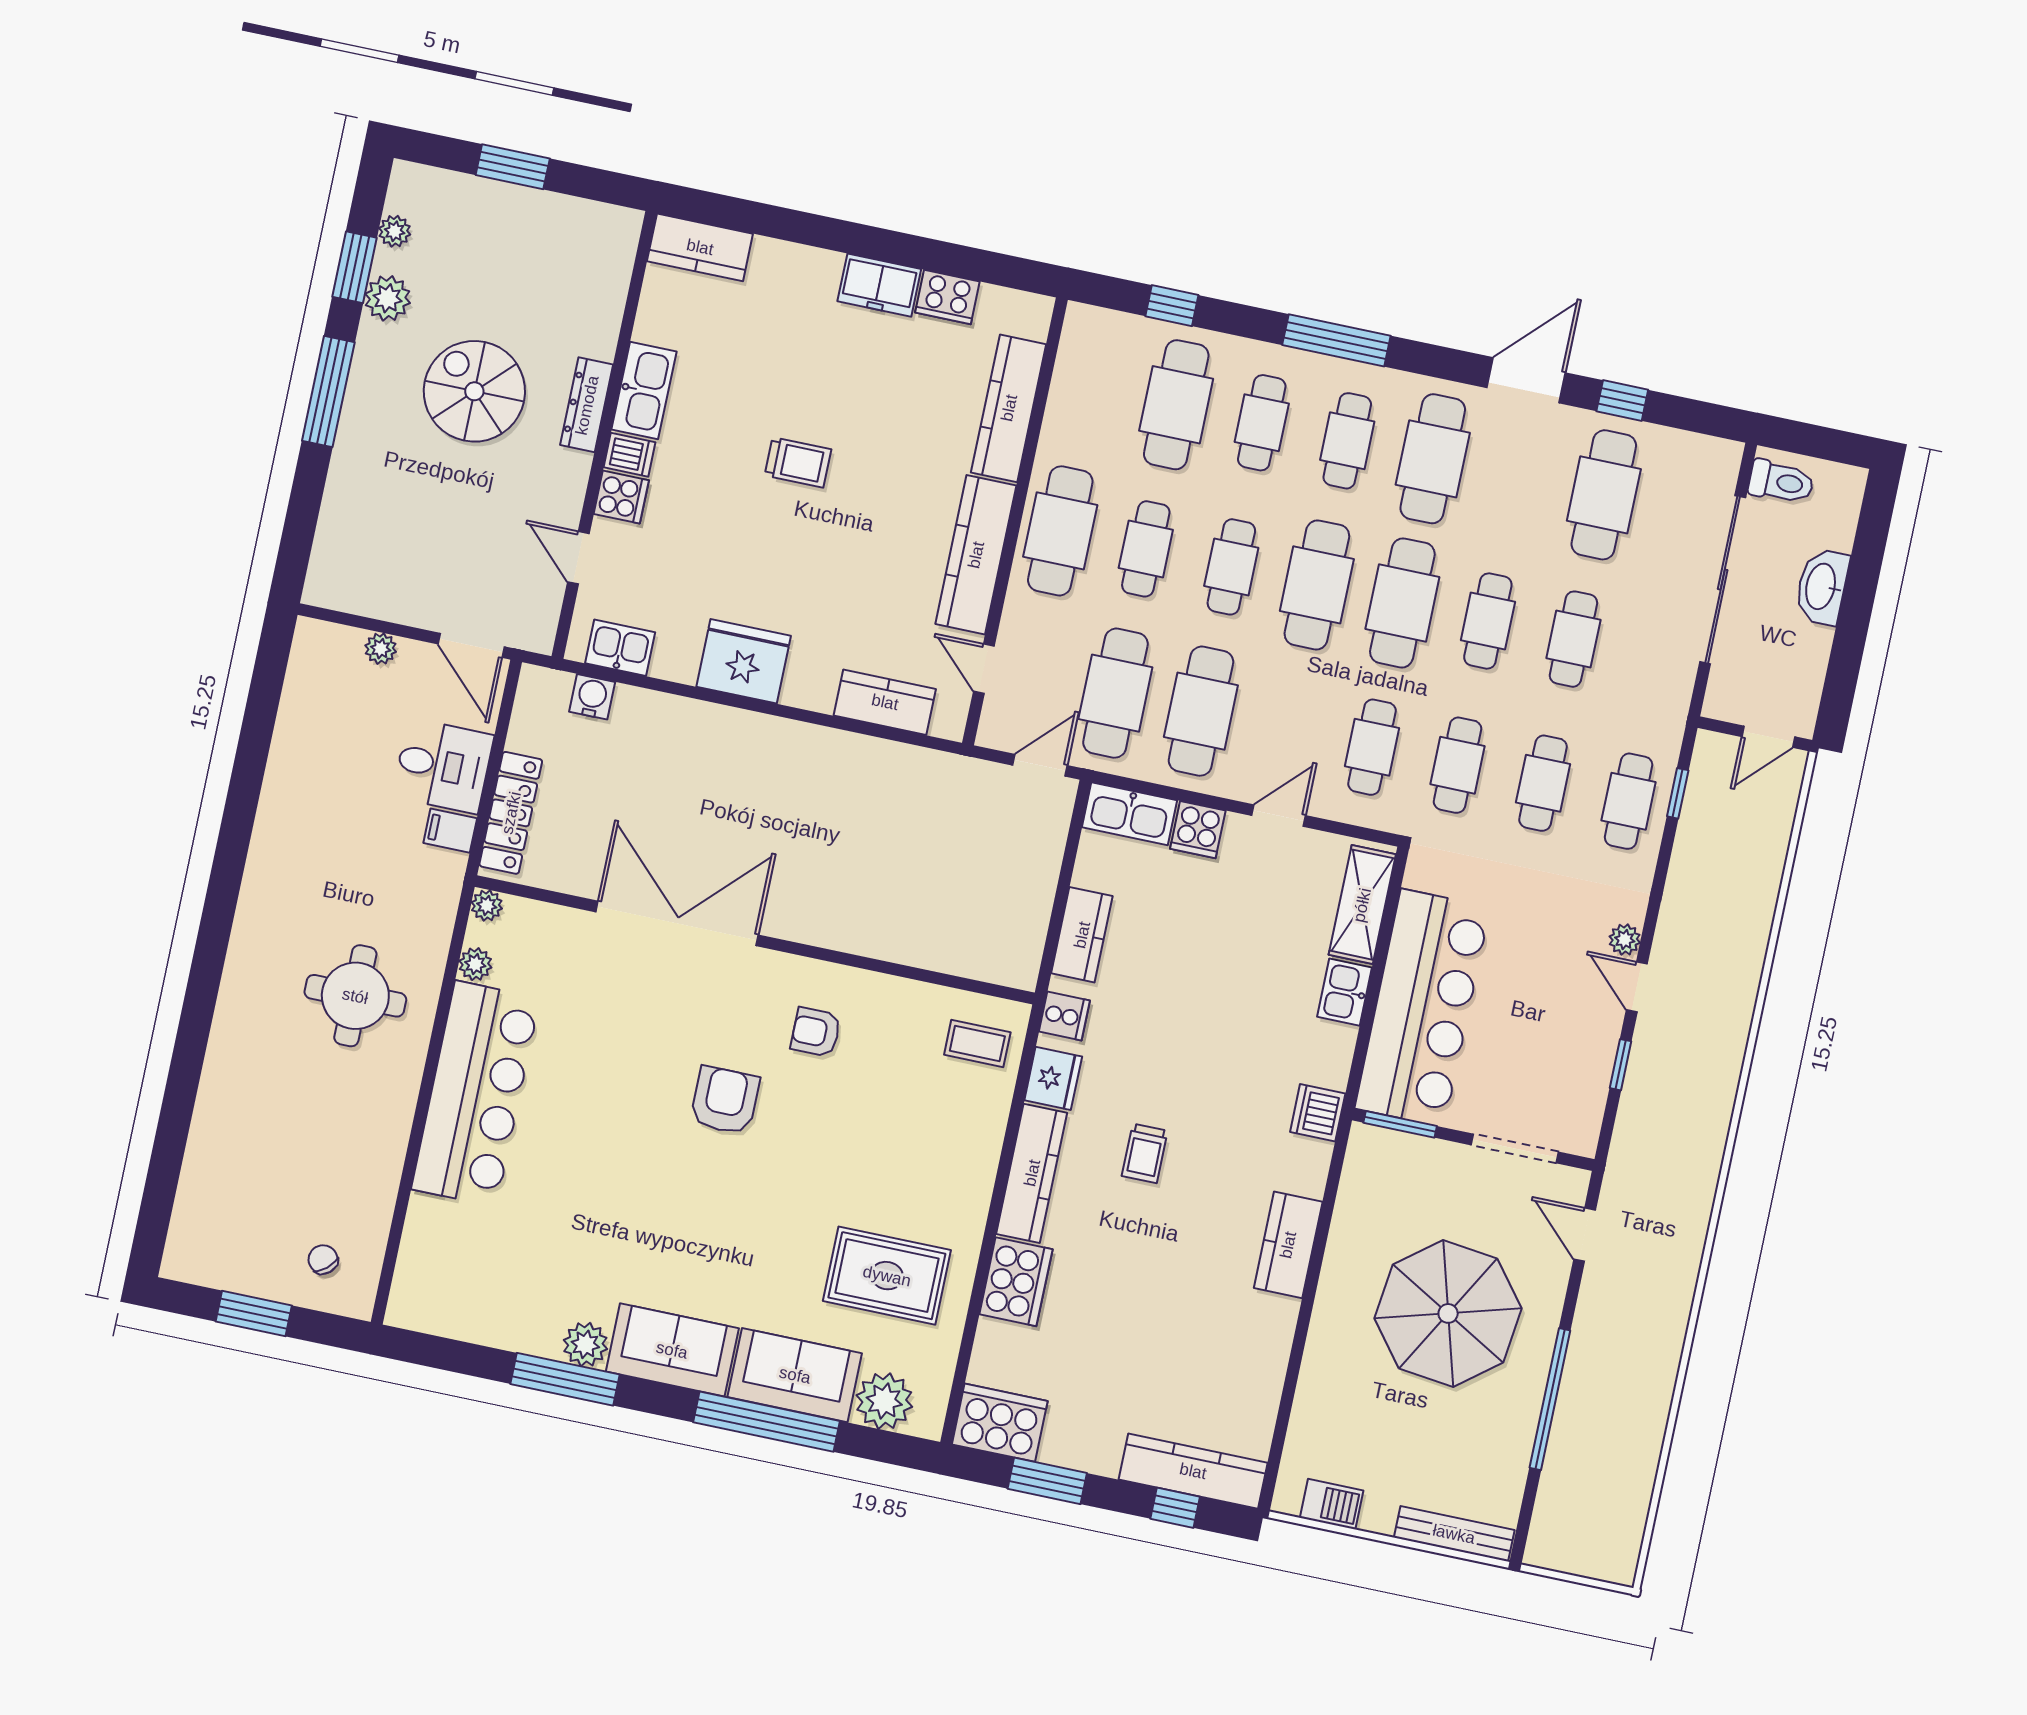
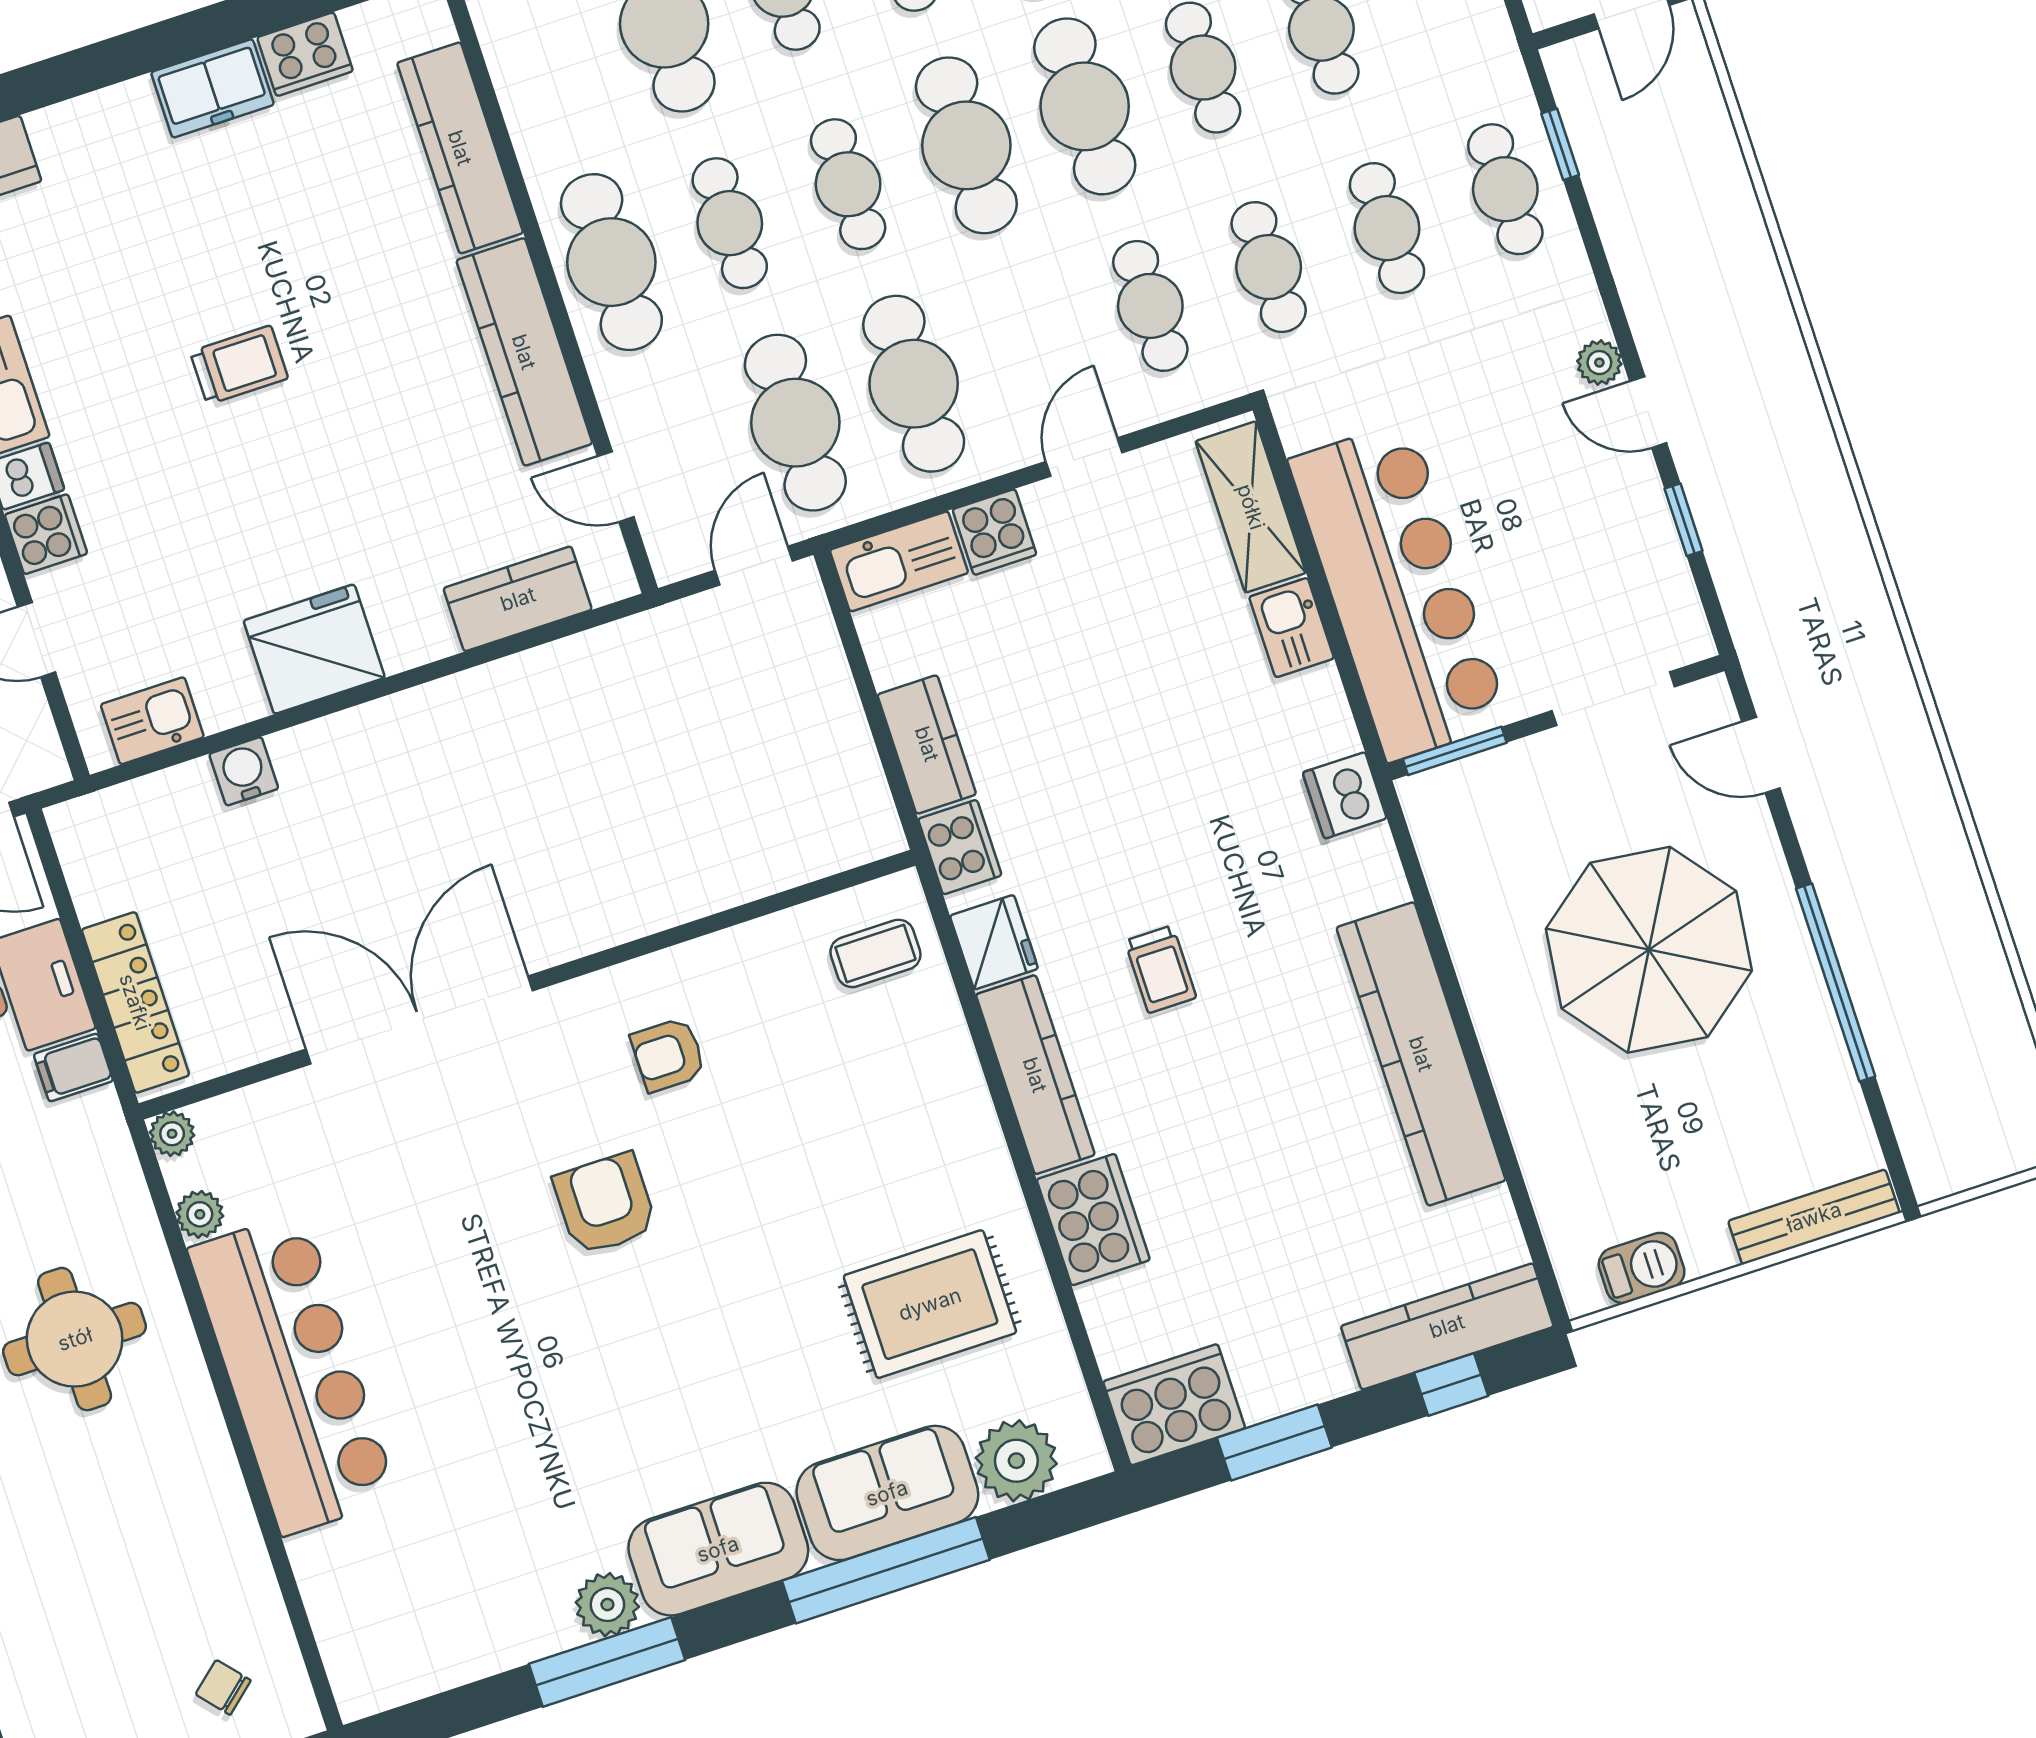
water cooler: (592, 697) -> (244, 771), moved
cooker: (1064, 1016) -> (960, 847), width x1.36
kitchen counter: (1288, 1245) -> (1421, 1054), width x2.08, depth x1.17

